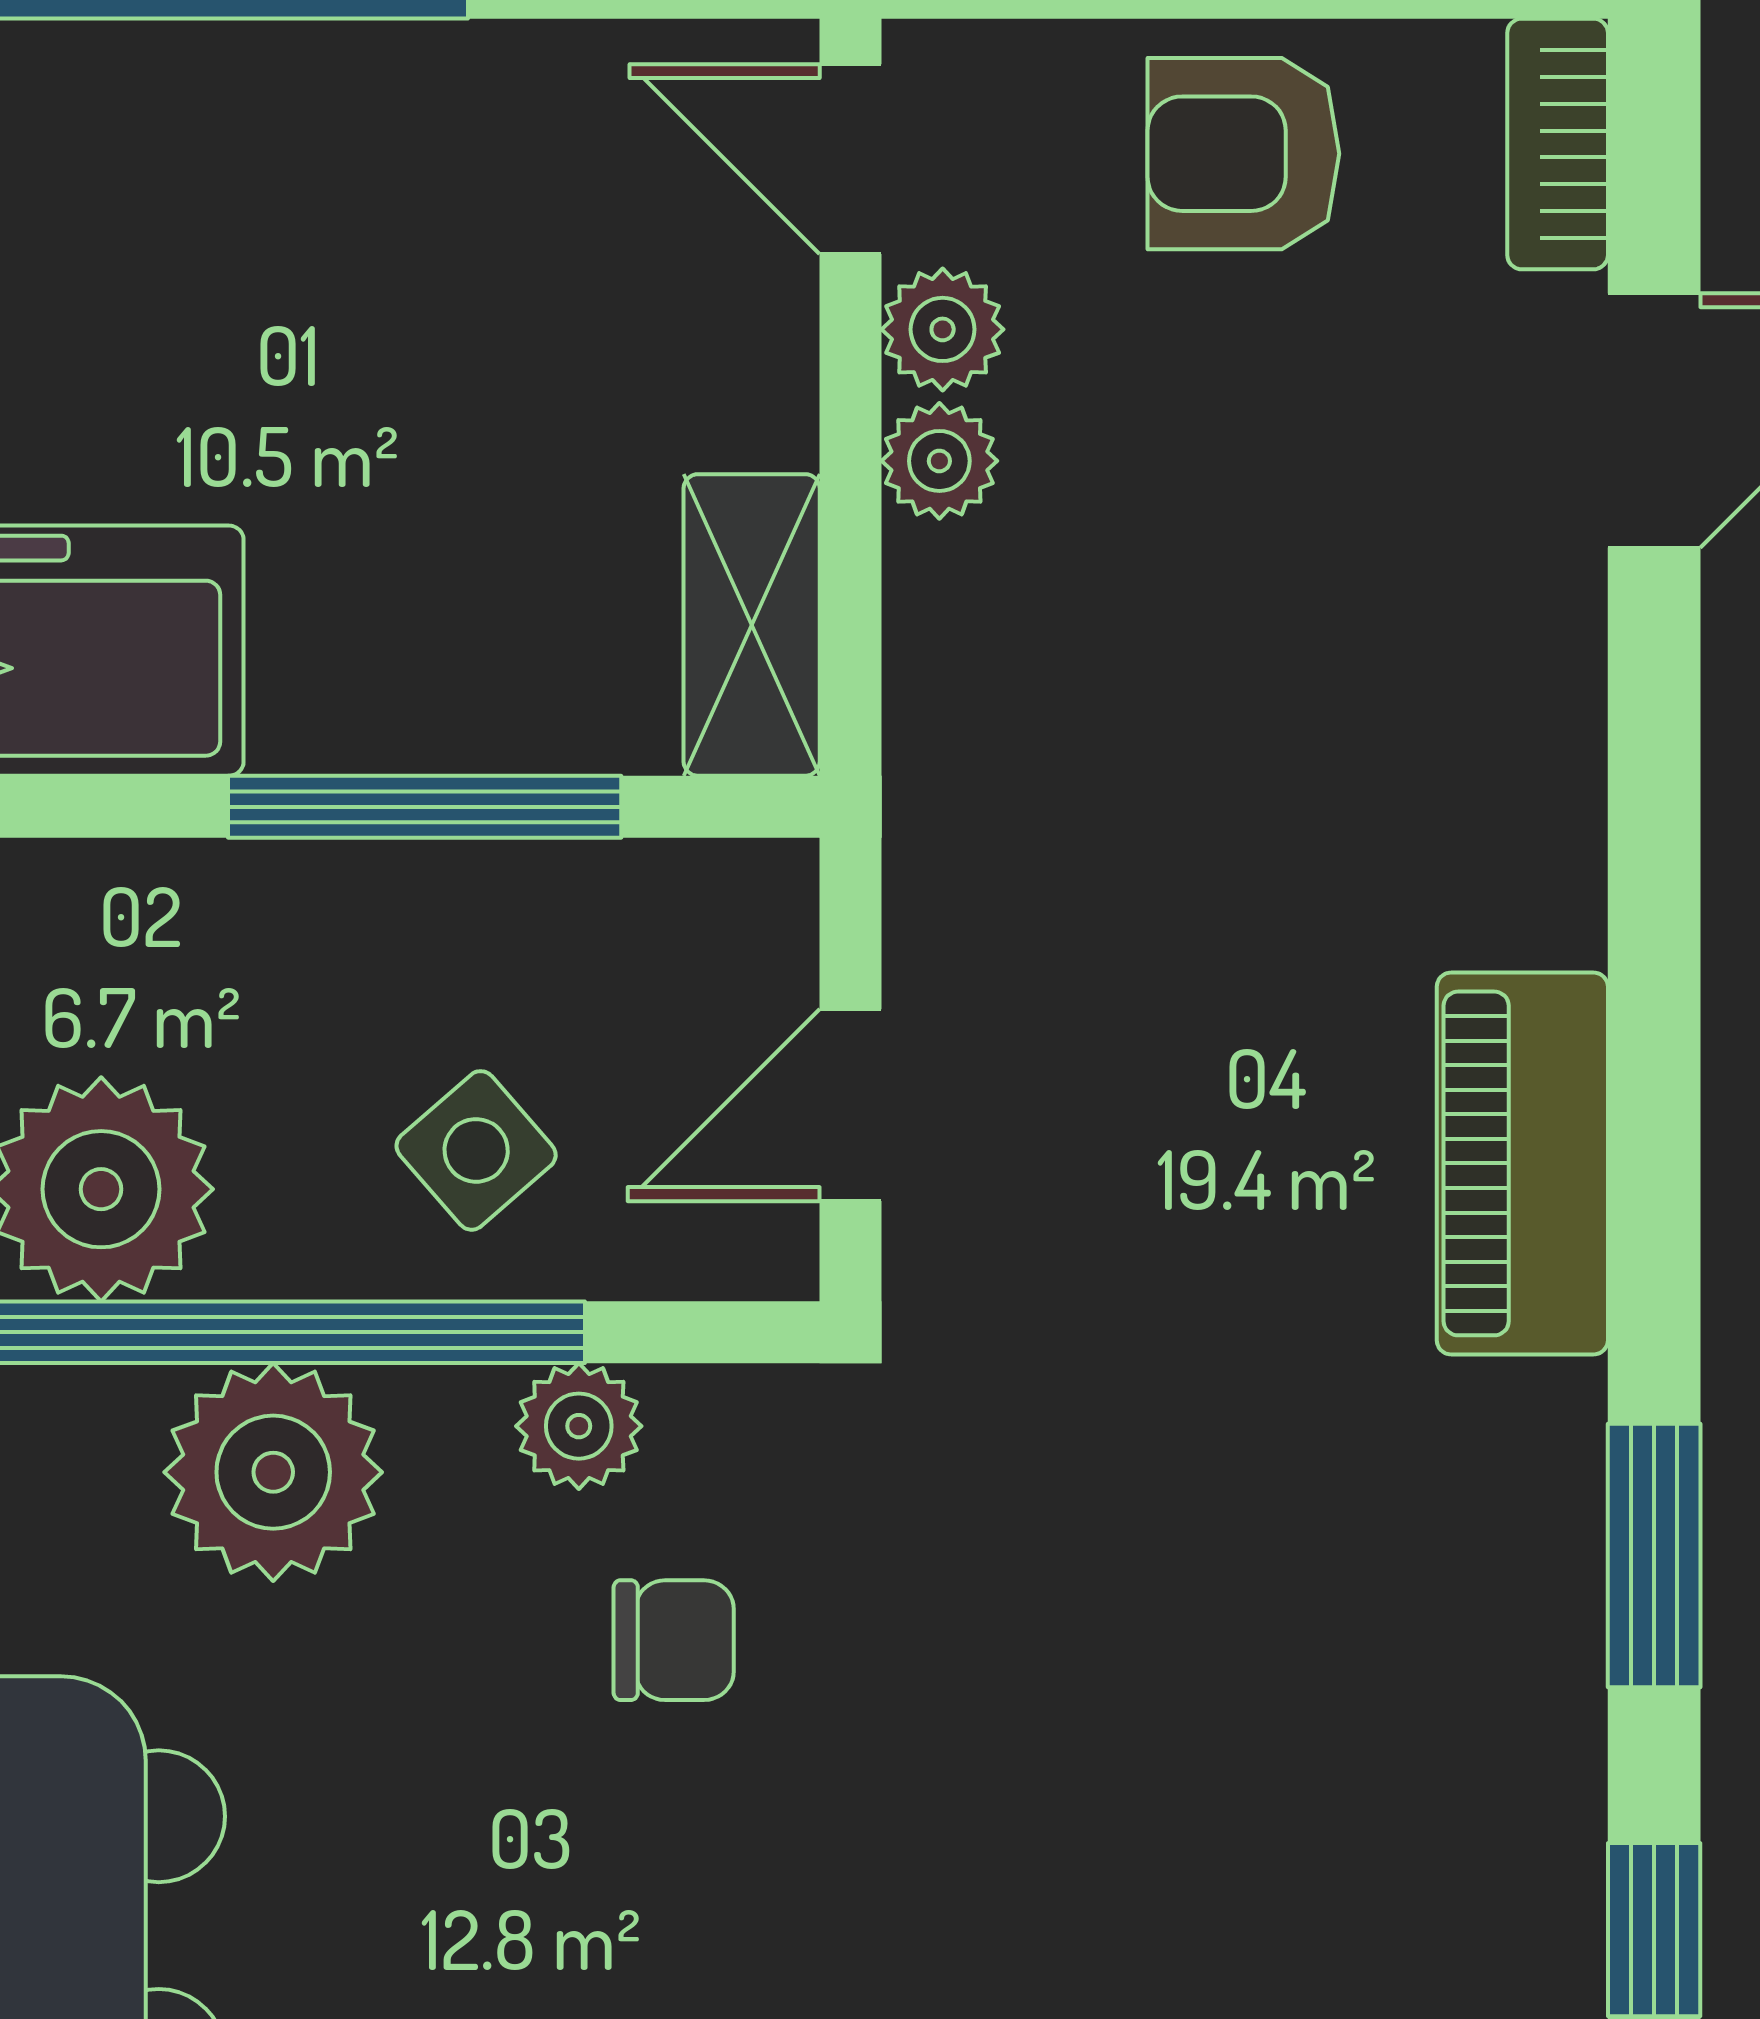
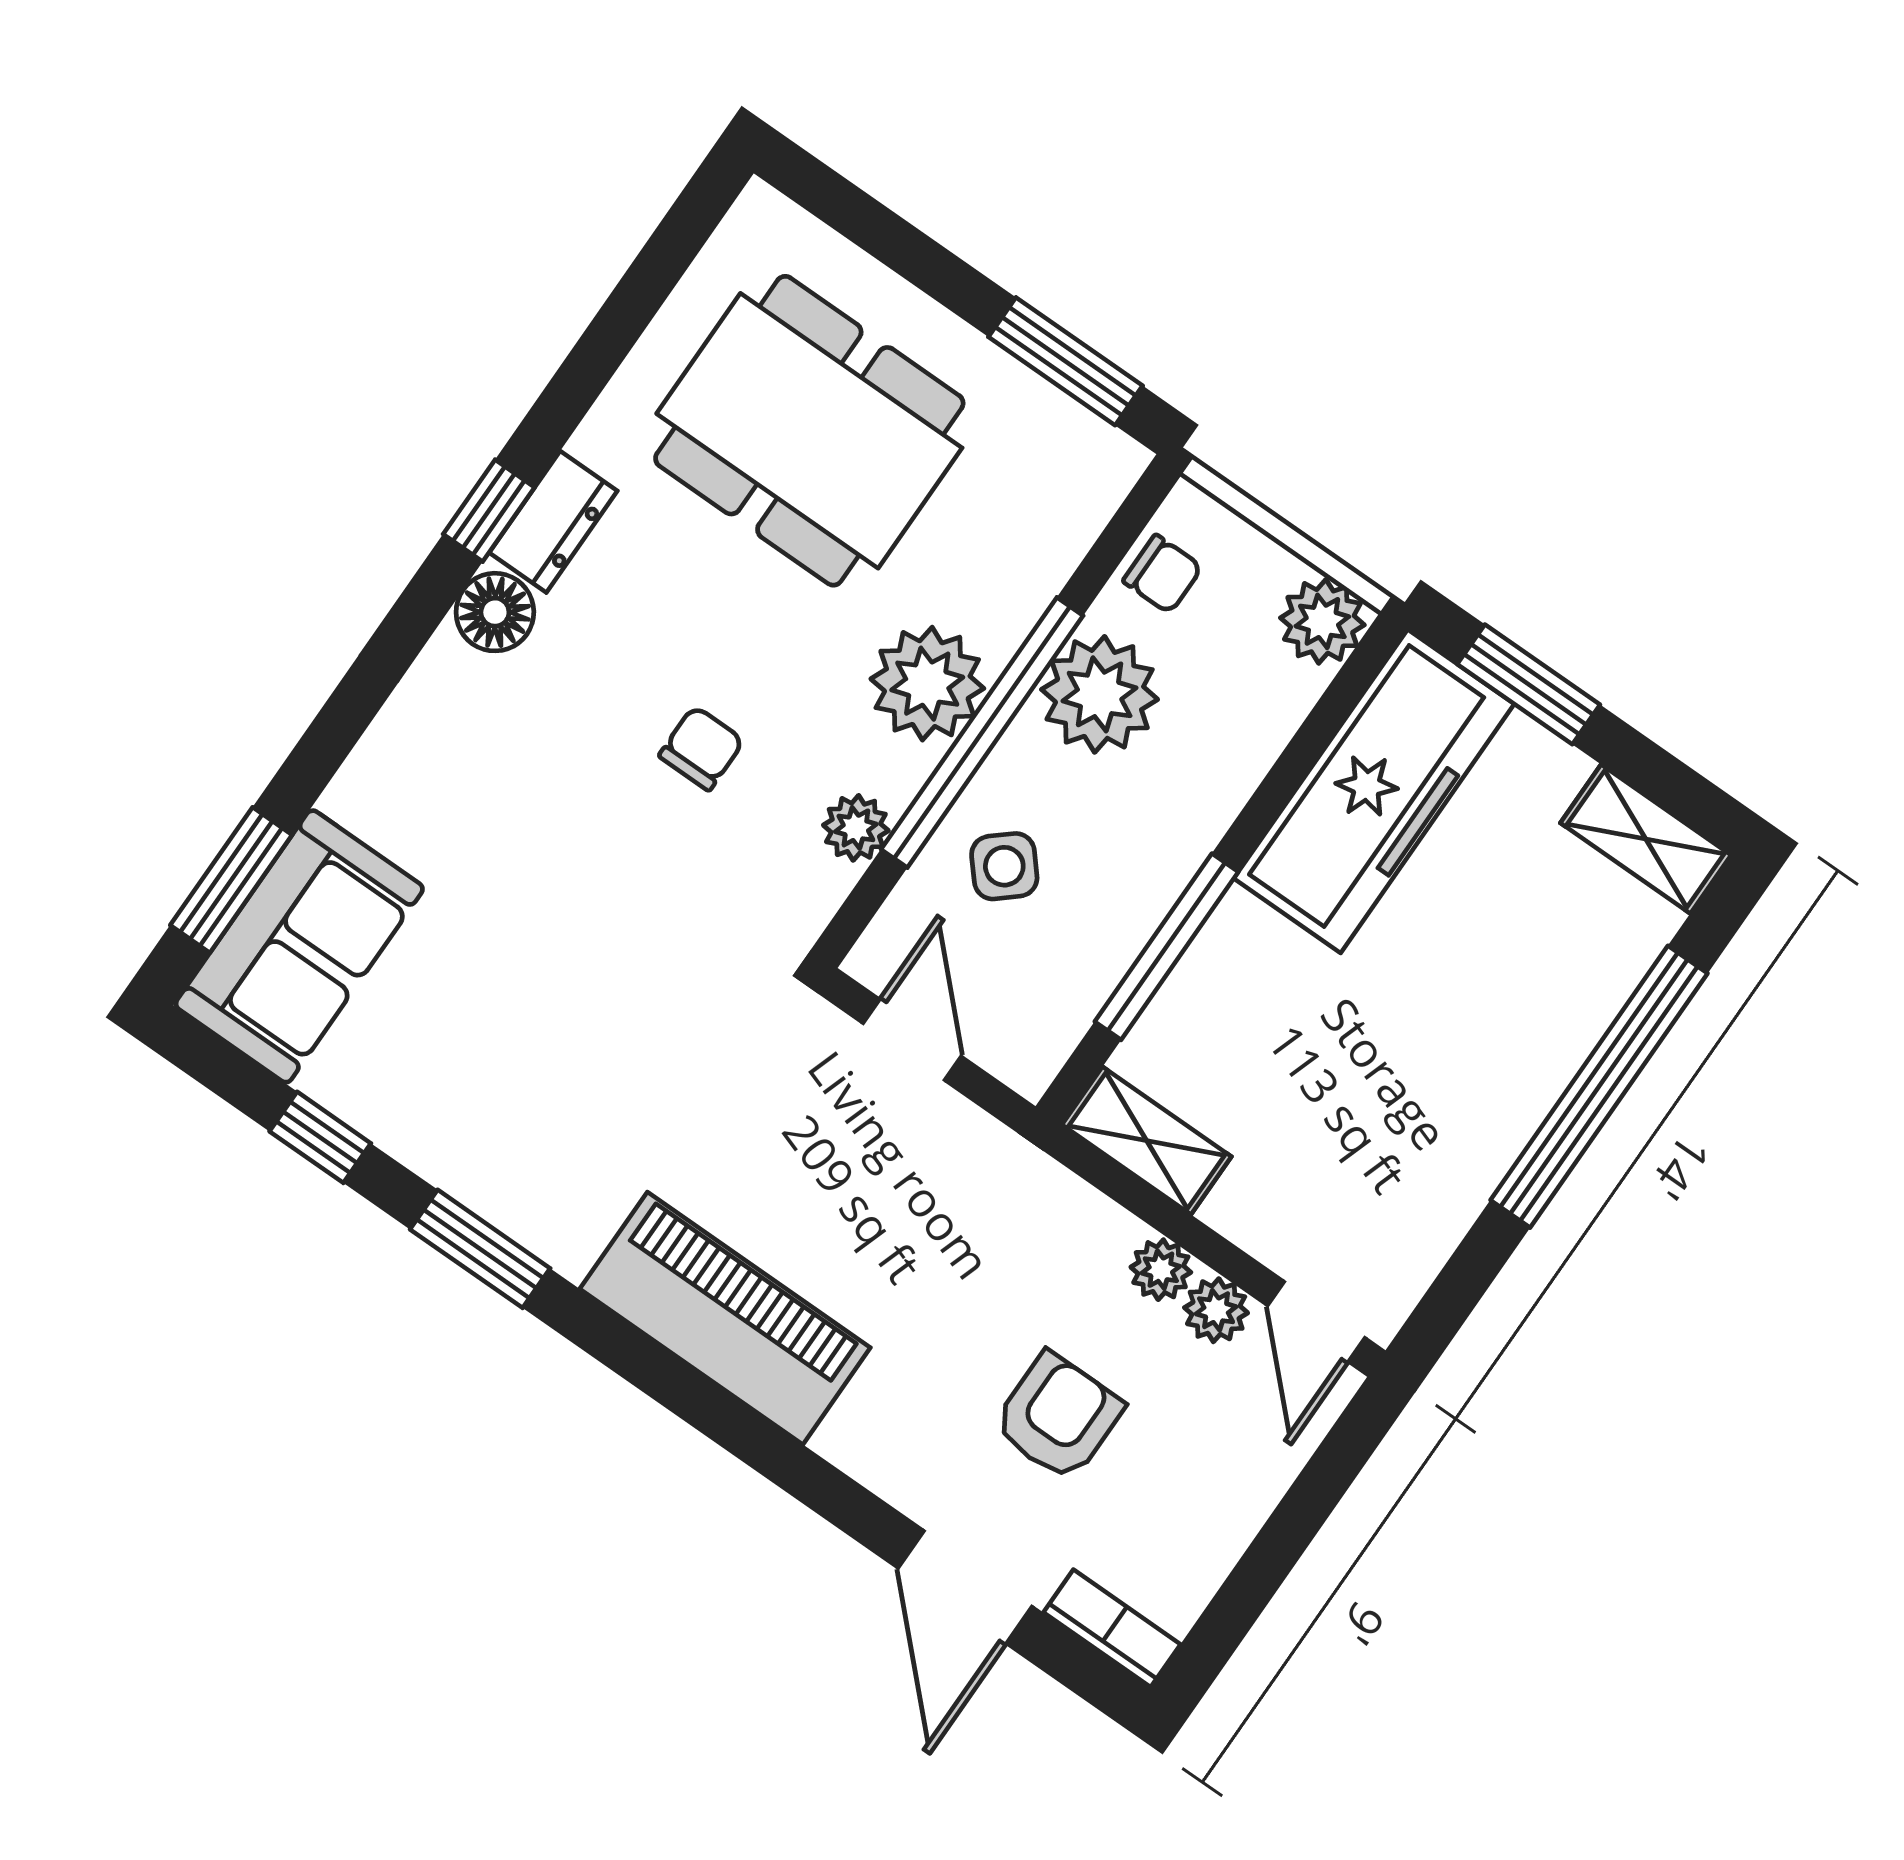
armchair: (1243, 154) -> (1058, 1417), moved
door: (850, 159) -> (1316, 1322), swing flipped
piano: (1522, 1163) -> (725, 1318), width x1.37, depth x1.33
chair: (674, 1640) -> (701, 748), moved, turned 180

